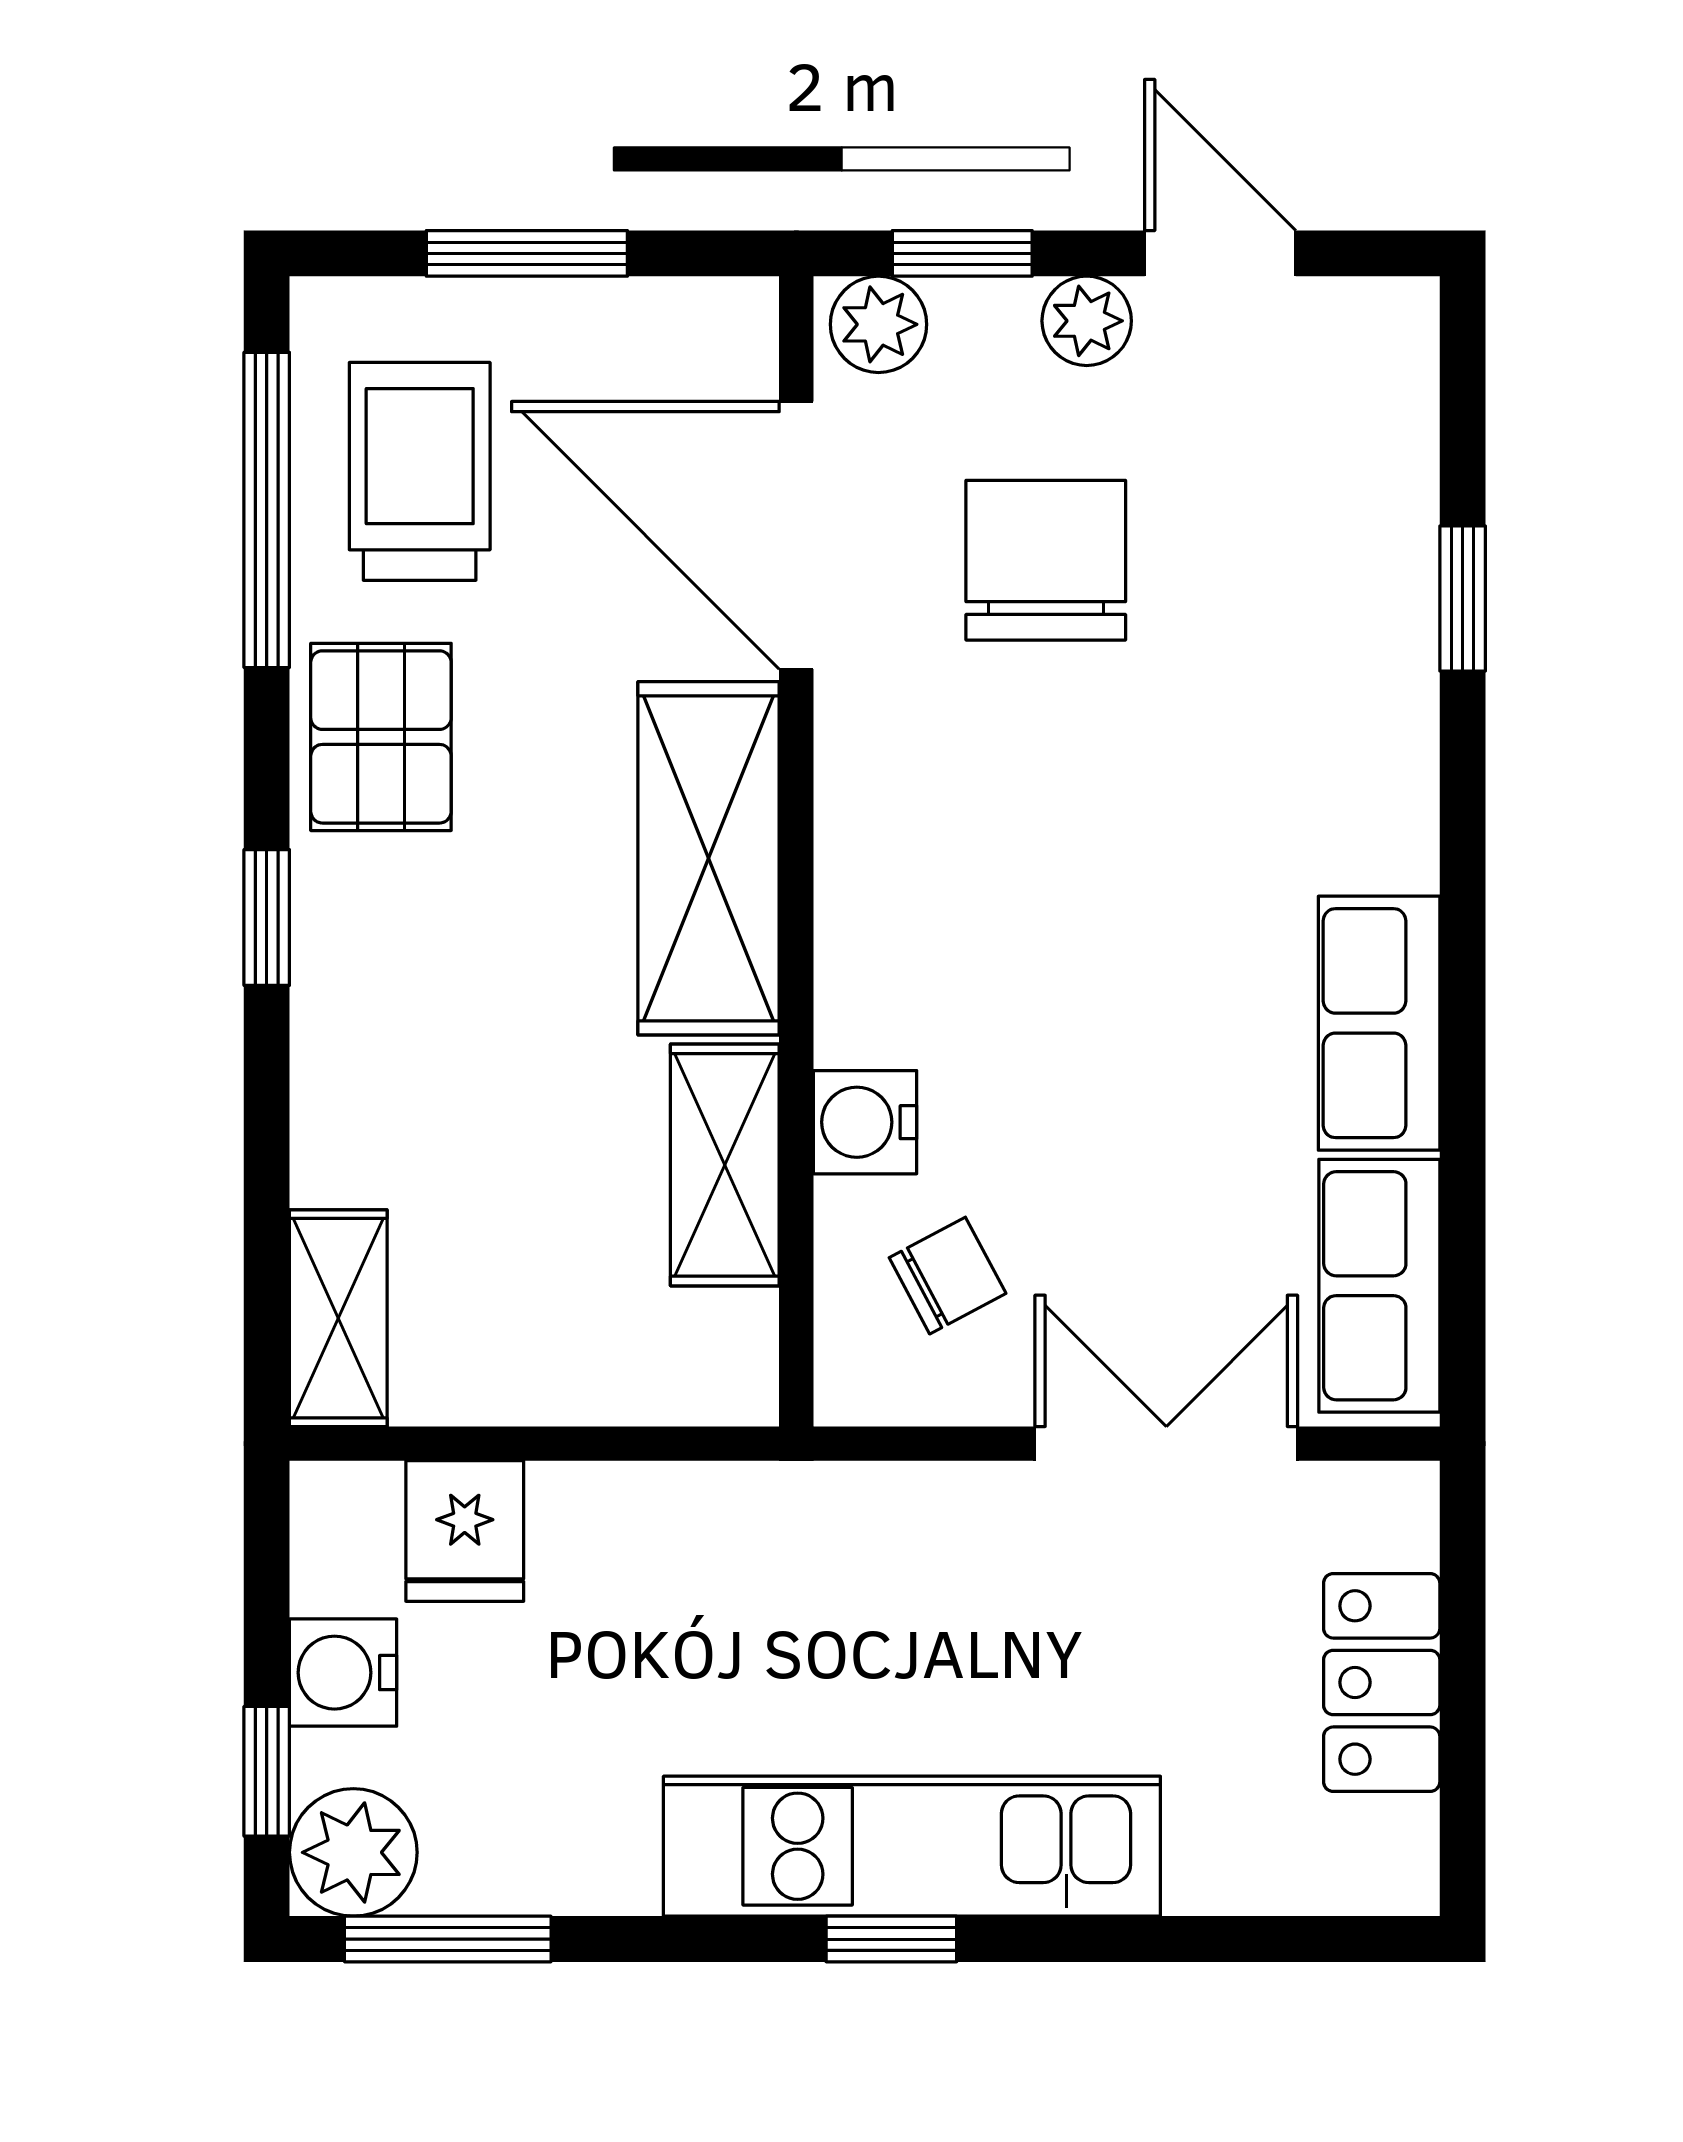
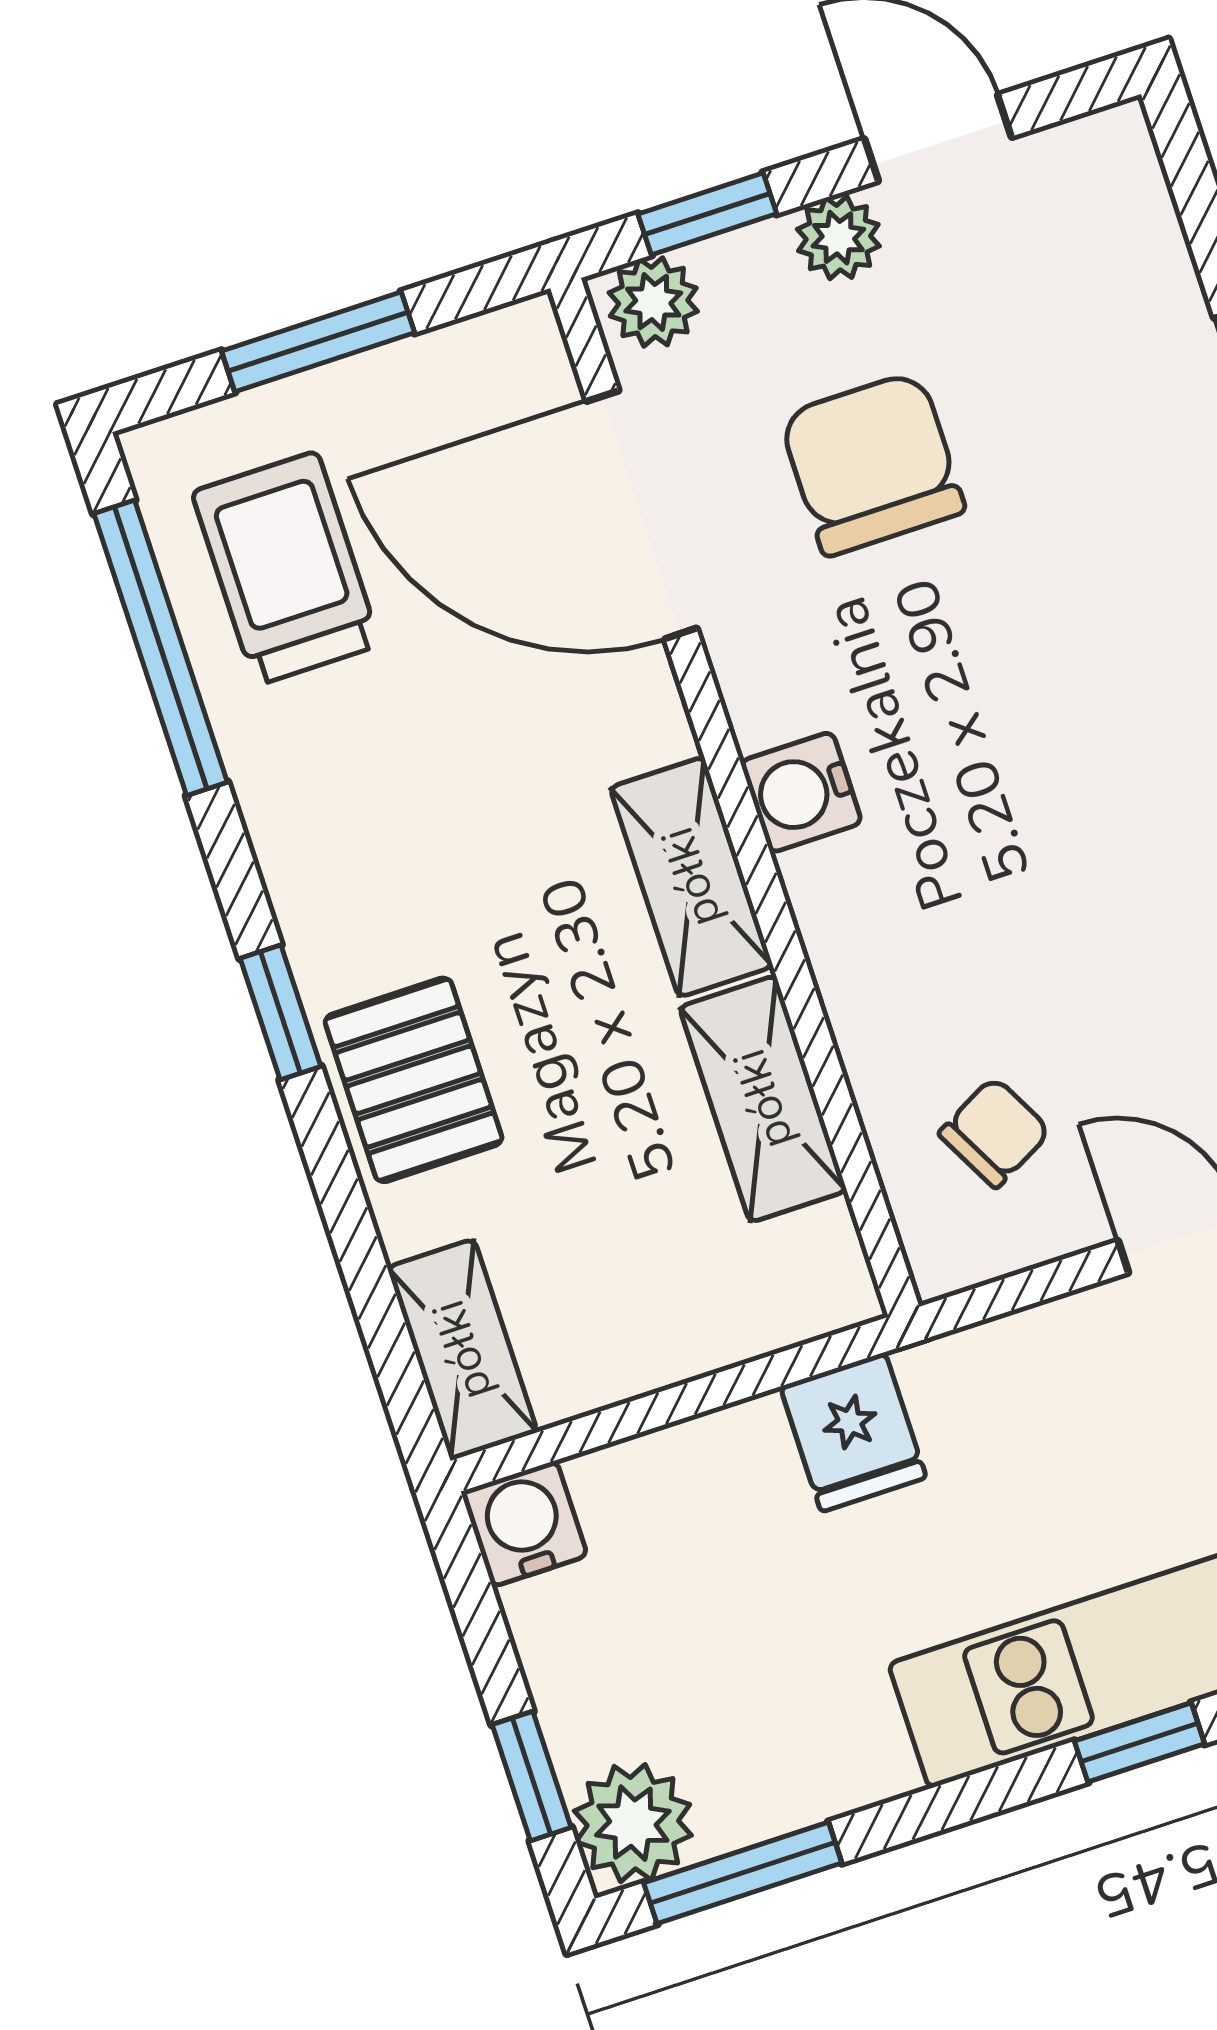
pallet: (381, 737) -> (414, 1080), moved
shelving: (709, 858) -> (691, 877), width x0.67, depth x0.75
water cooler: (865, 1122) -> (801, 792), moved
fridge: (465, 1531) -> (853, 1432), moved
water cooler: (343, 1673) -> (524, 1524), moved, turned 90

